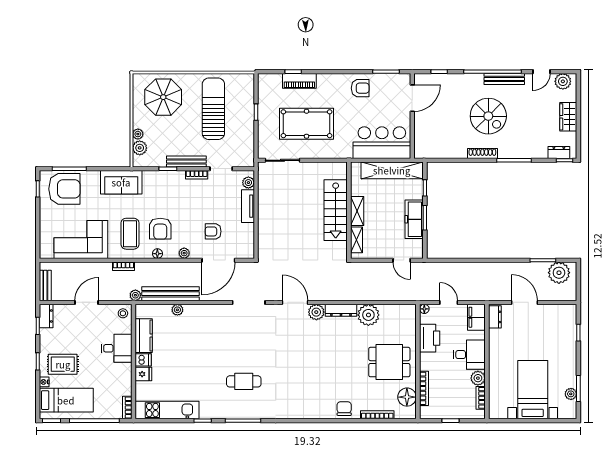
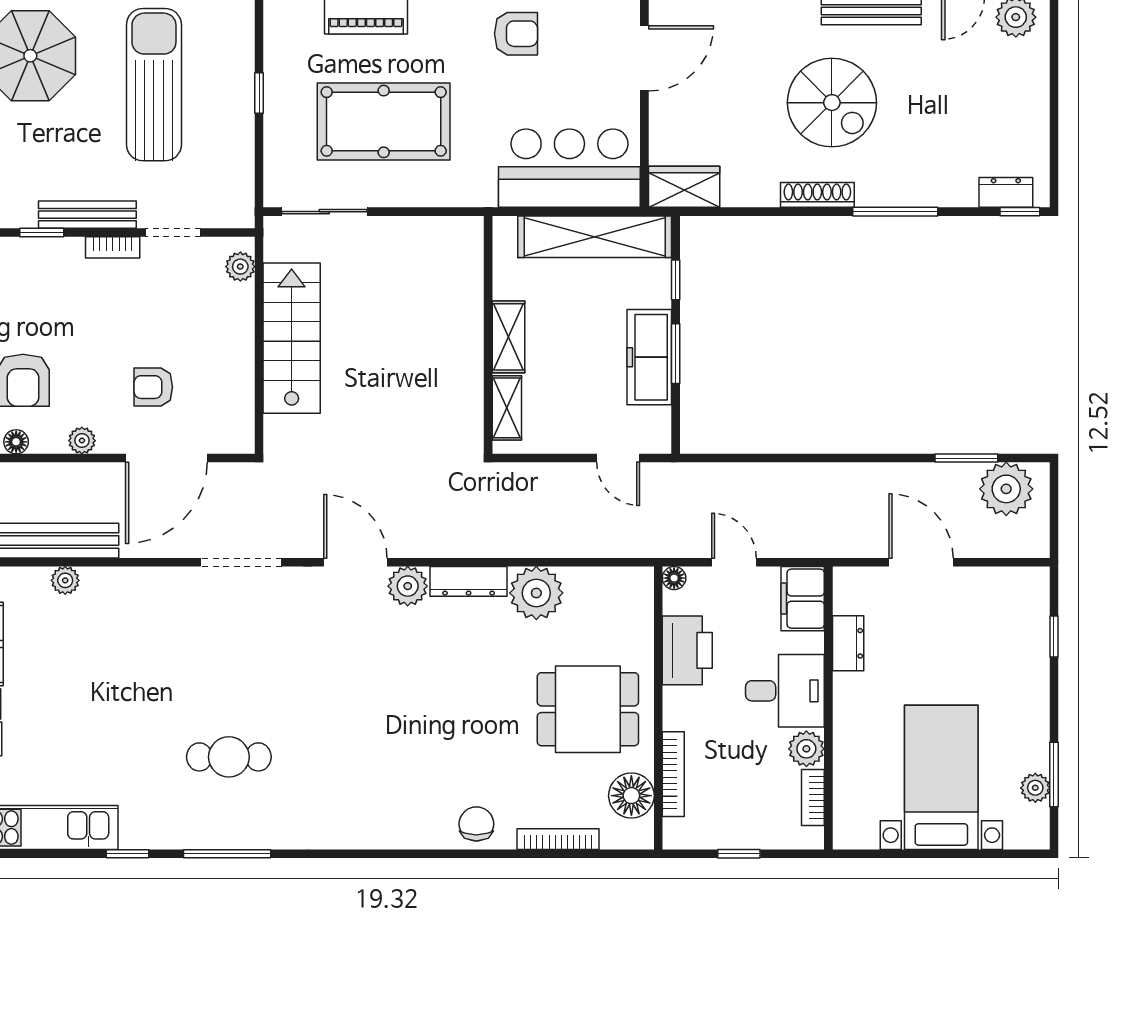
wardrobe: (568, 117) -> (684, 187), moved, turned 90
tv unit: (248, 206) -> (239, 325), removed
stairs: (336, 210) -> (292, 338), moved, turned 180
dresser: (495, 317) -> (848, 643), moved

